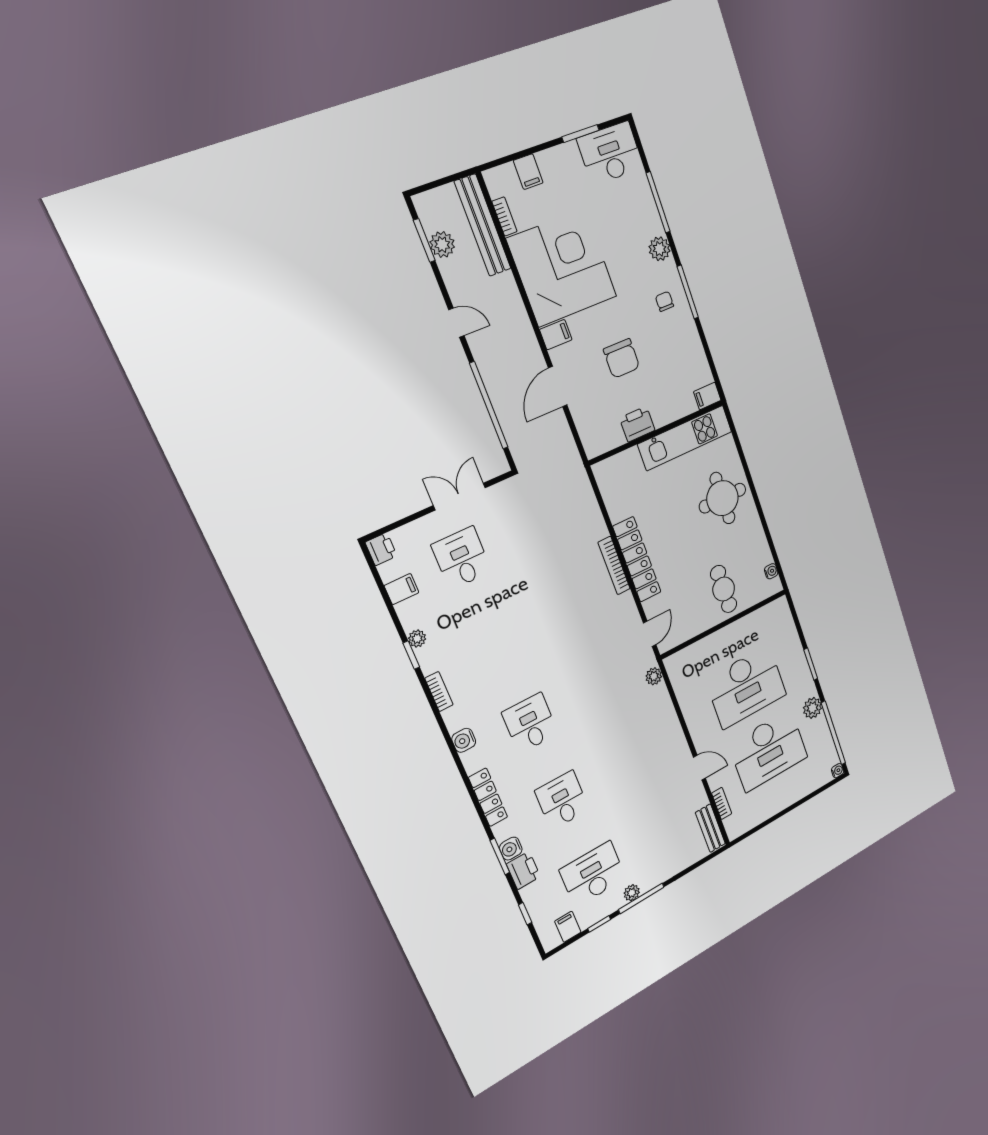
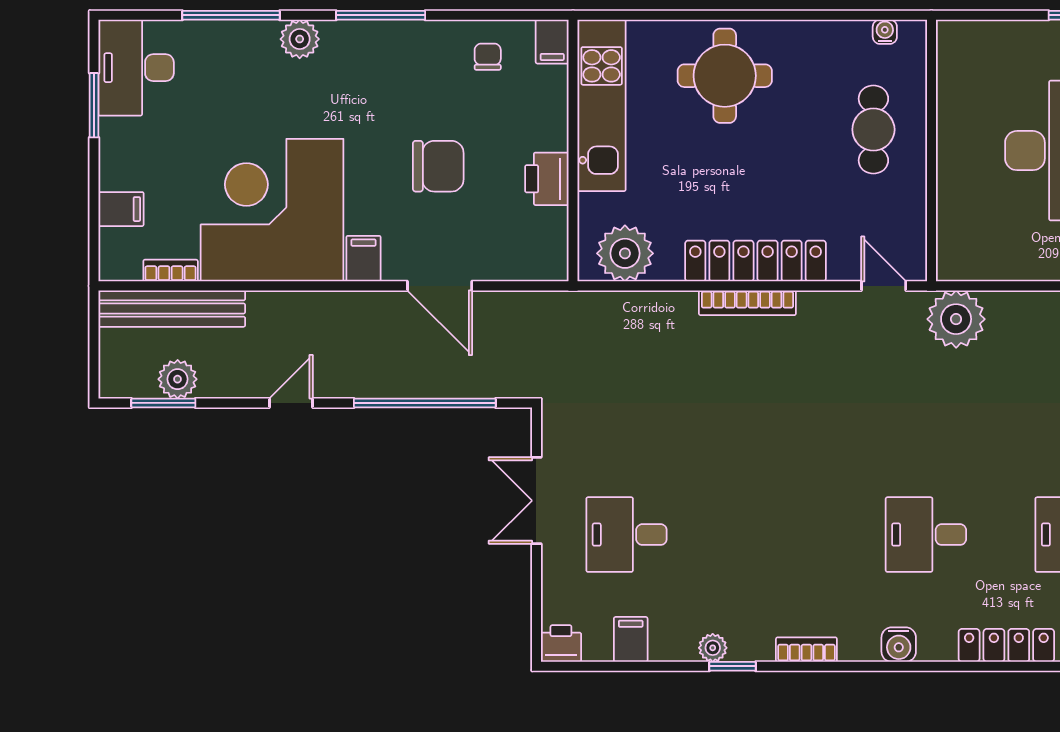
chair: (665, 301) -> (488, 57), moved, turned 90
plant: (615, 486) -> (625, 253), added
cafe table: (724, 589) -> (873, 130), turned 90
plant: (654, 676) -> (956, 319), width x1.87, depth x1.87

